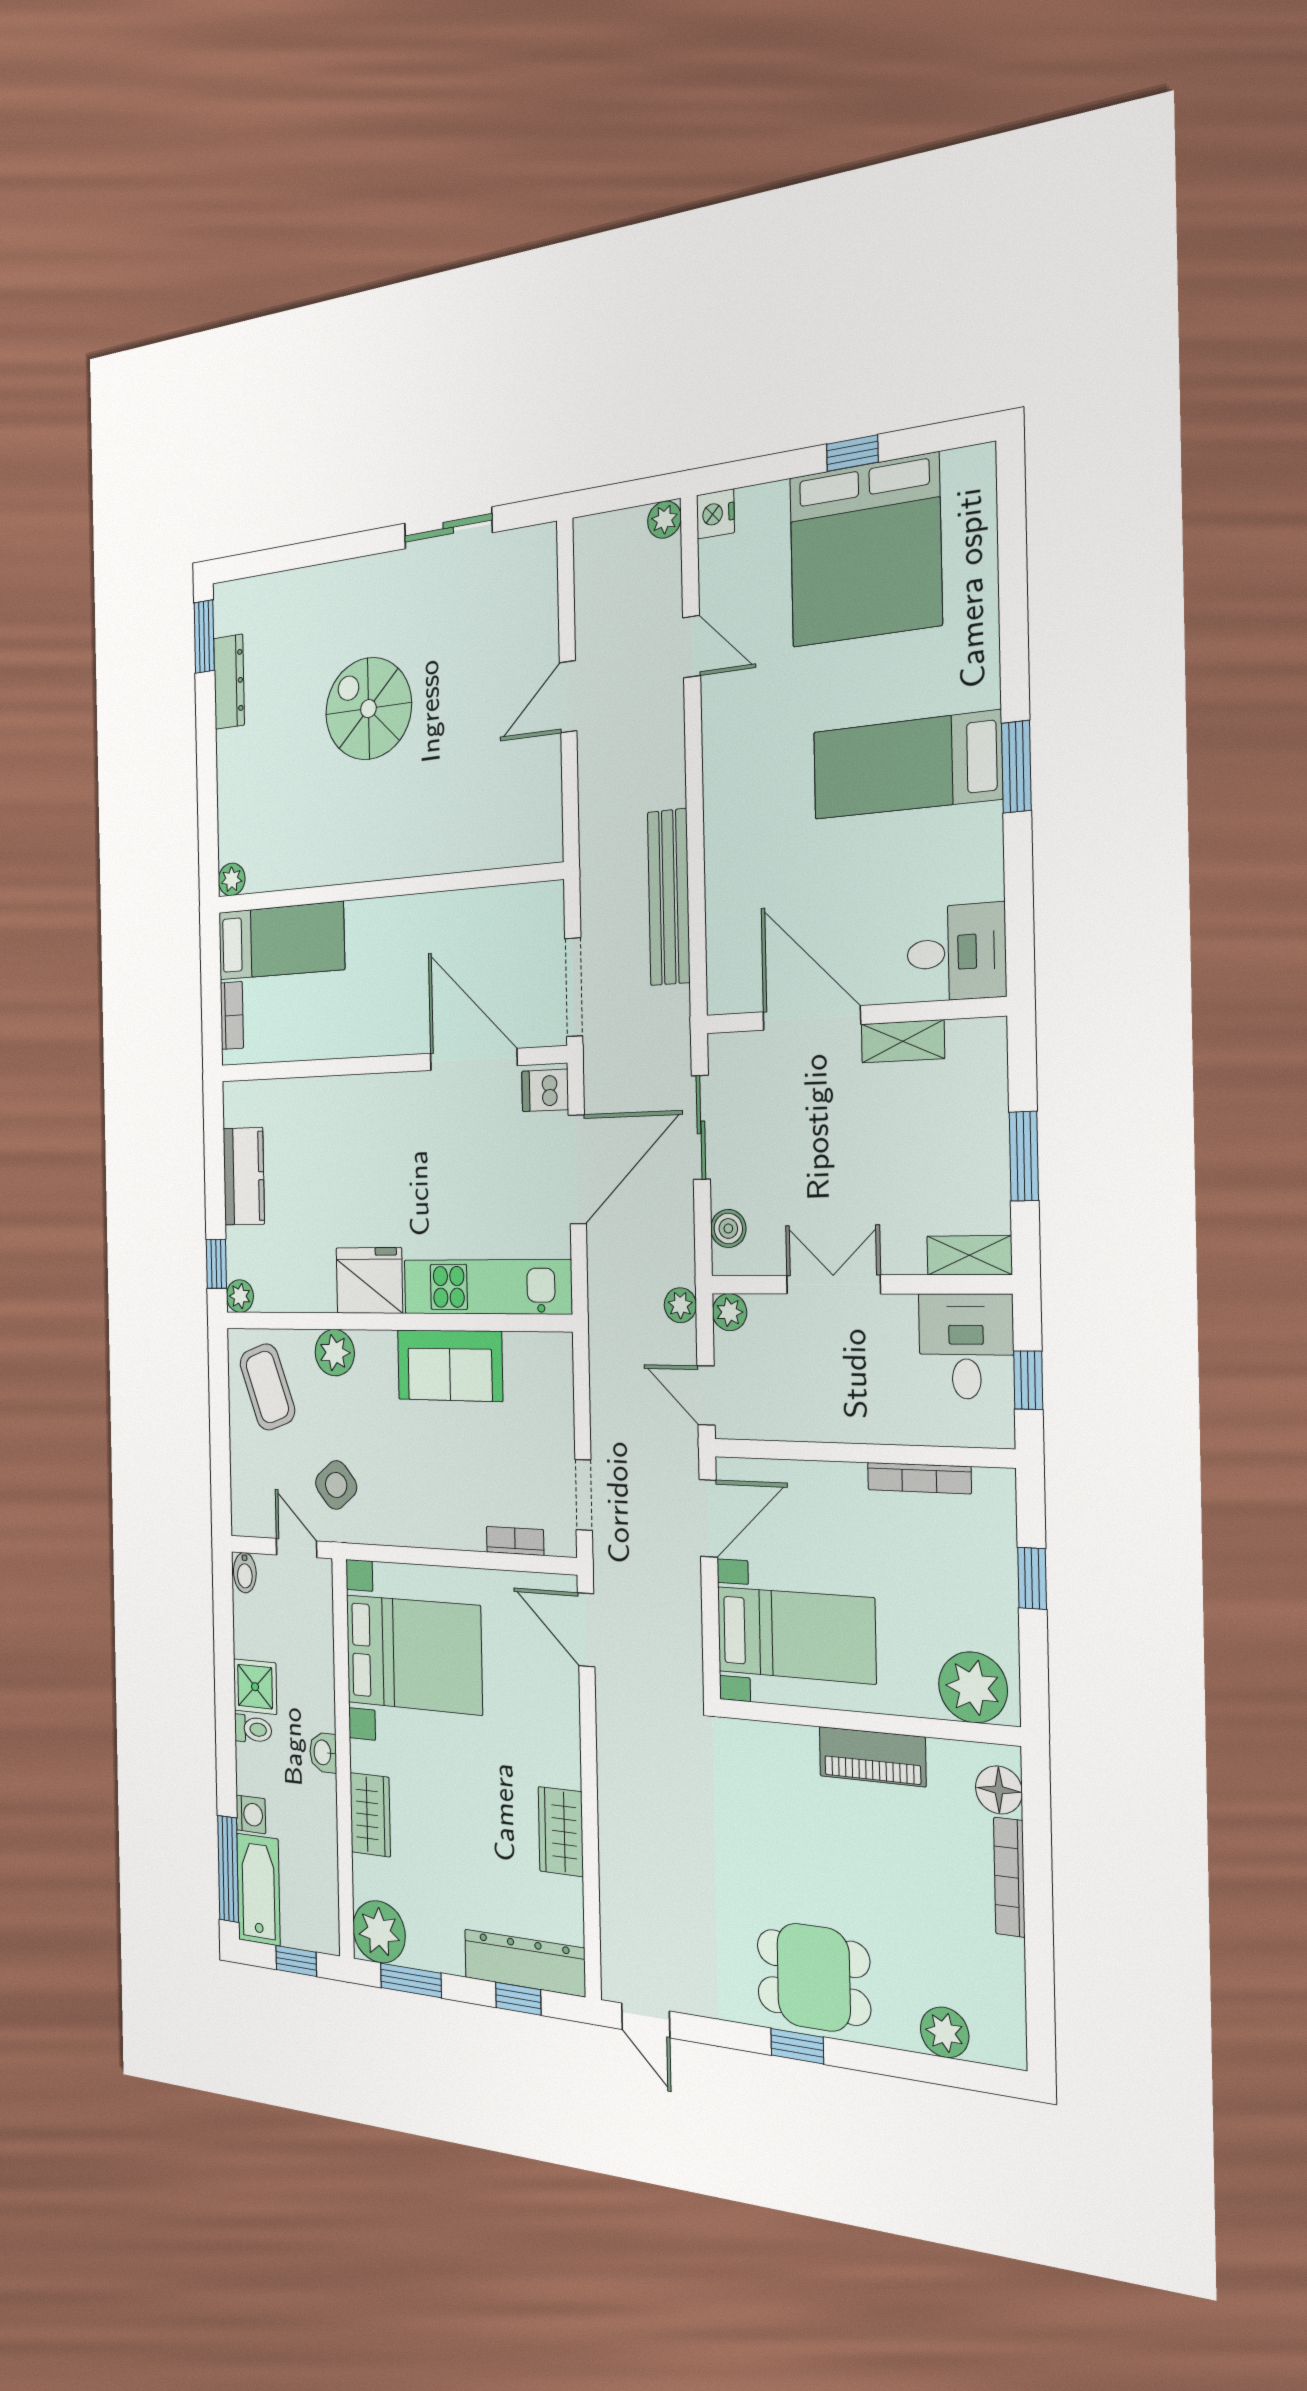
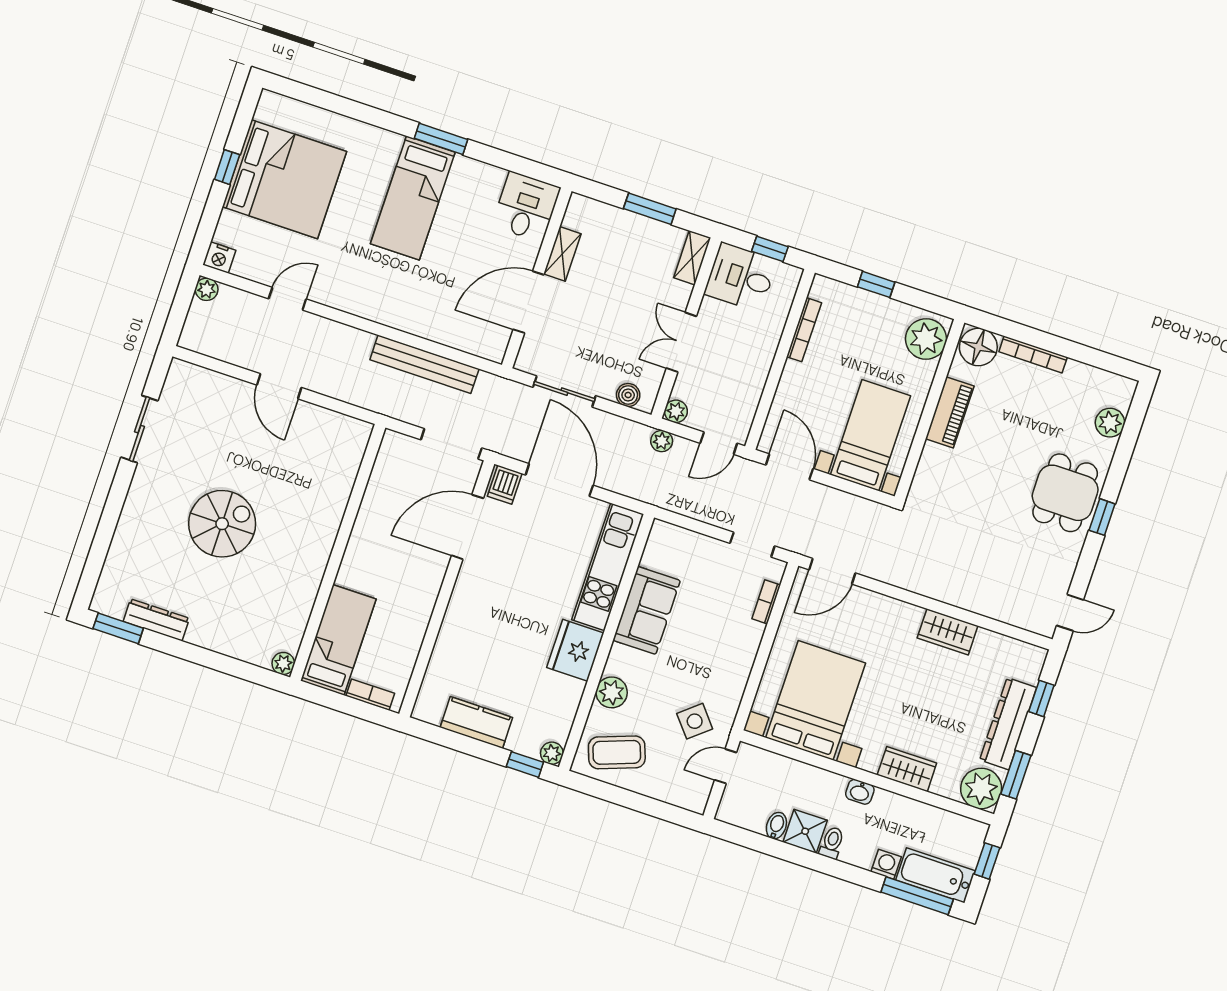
spiral stairs: (368, 709) -> (222, 524), turned 180
bidet: (245, 1573) -> (776, 826), moved, turned -90
floor lamp: (999, 1790) -> (978, 347), width x1.38, depth x1.38
dresser: (525, 1963) -> (1008, 724), moved

